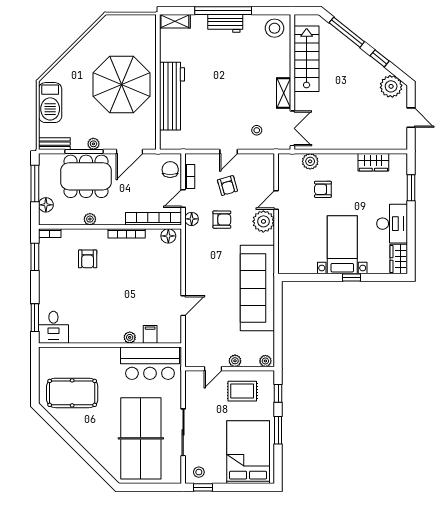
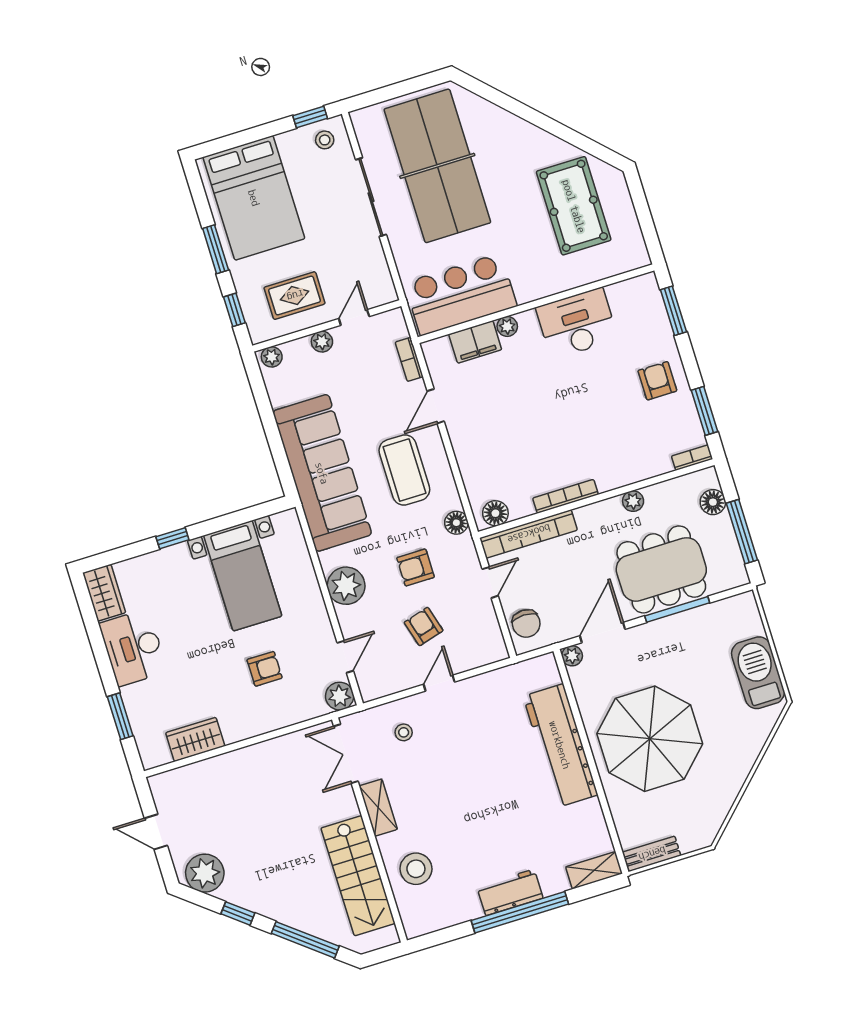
stool: (275, 28) -> (416, 869), moved
bench: (54, 144) -> (652, 854), moved
plant: (93, 144) -> (572, 656), moved
plant: (310, 161) -> (340, 696), moved
bookcase: (190, 176) -> (409, 359), moved
door: (276, 200) -> (345, 657), moved
floor lamp: (192, 219) -> (456, 523), moved
bed with nightstands: (342, 245) -> (243, 576), moved
armchair: (88, 259) -> (657, 381), moved
coffee table: (211, 276) -> (404, 470), added
desk: (53, 327) -> (577, 323), moved, width x1.37
filing cabinet: (150, 334) -> (475, 342), width x2.00
pool table: (72, 393) -> (574, 206), turned 90

